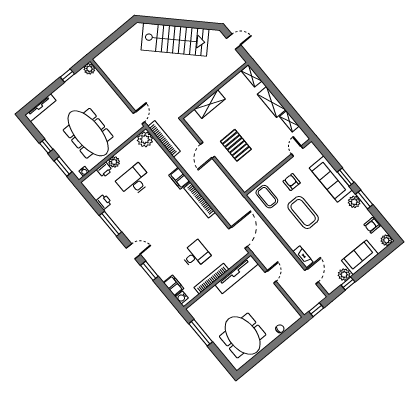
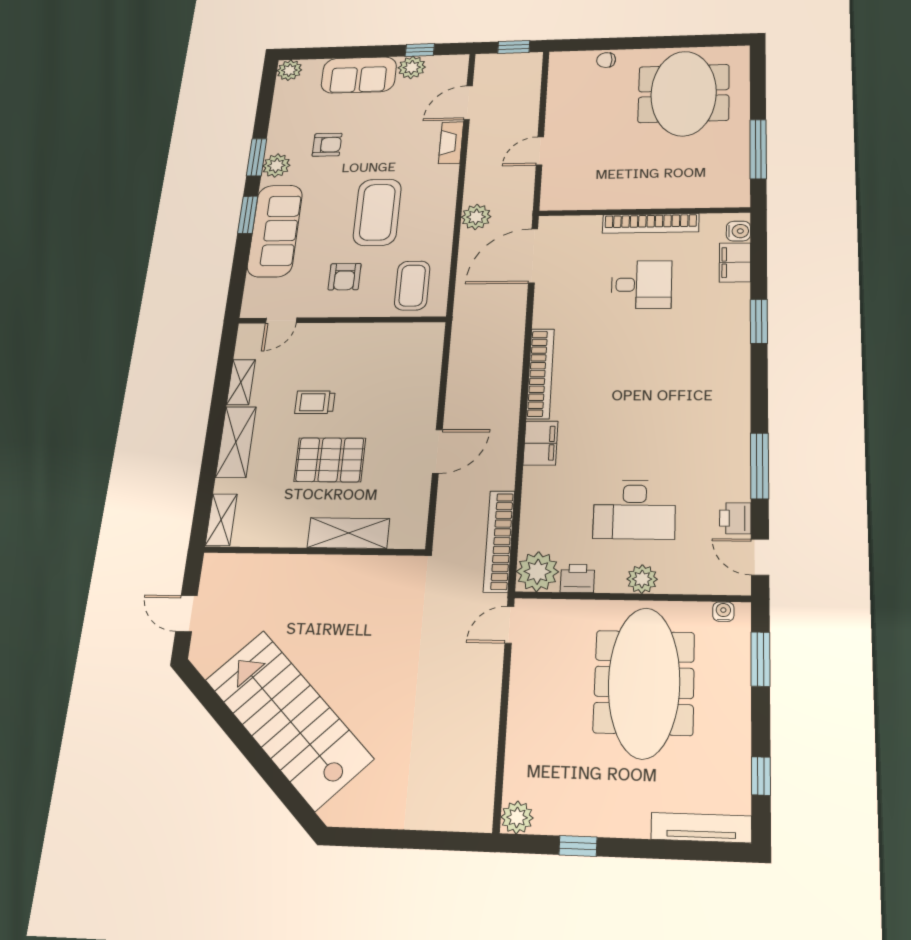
trolley: (260, 134) -> (315, 402), added
pallet: (236, 145) -> (330, 460), moved, turned 90
window: (46, 146) -> (761, 776), moved
printer: (104, 170) -> (577, 578), moved
armchair: (372, 225) -> (327, 145), moved
plant: (269, 237) -> (476, 217), added
door: (133, 251) -> (760, 557), moved
desk: (195, 255) -> (641, 285), turned 180
tv unit: (237, 274) -> (597, 197), removed

